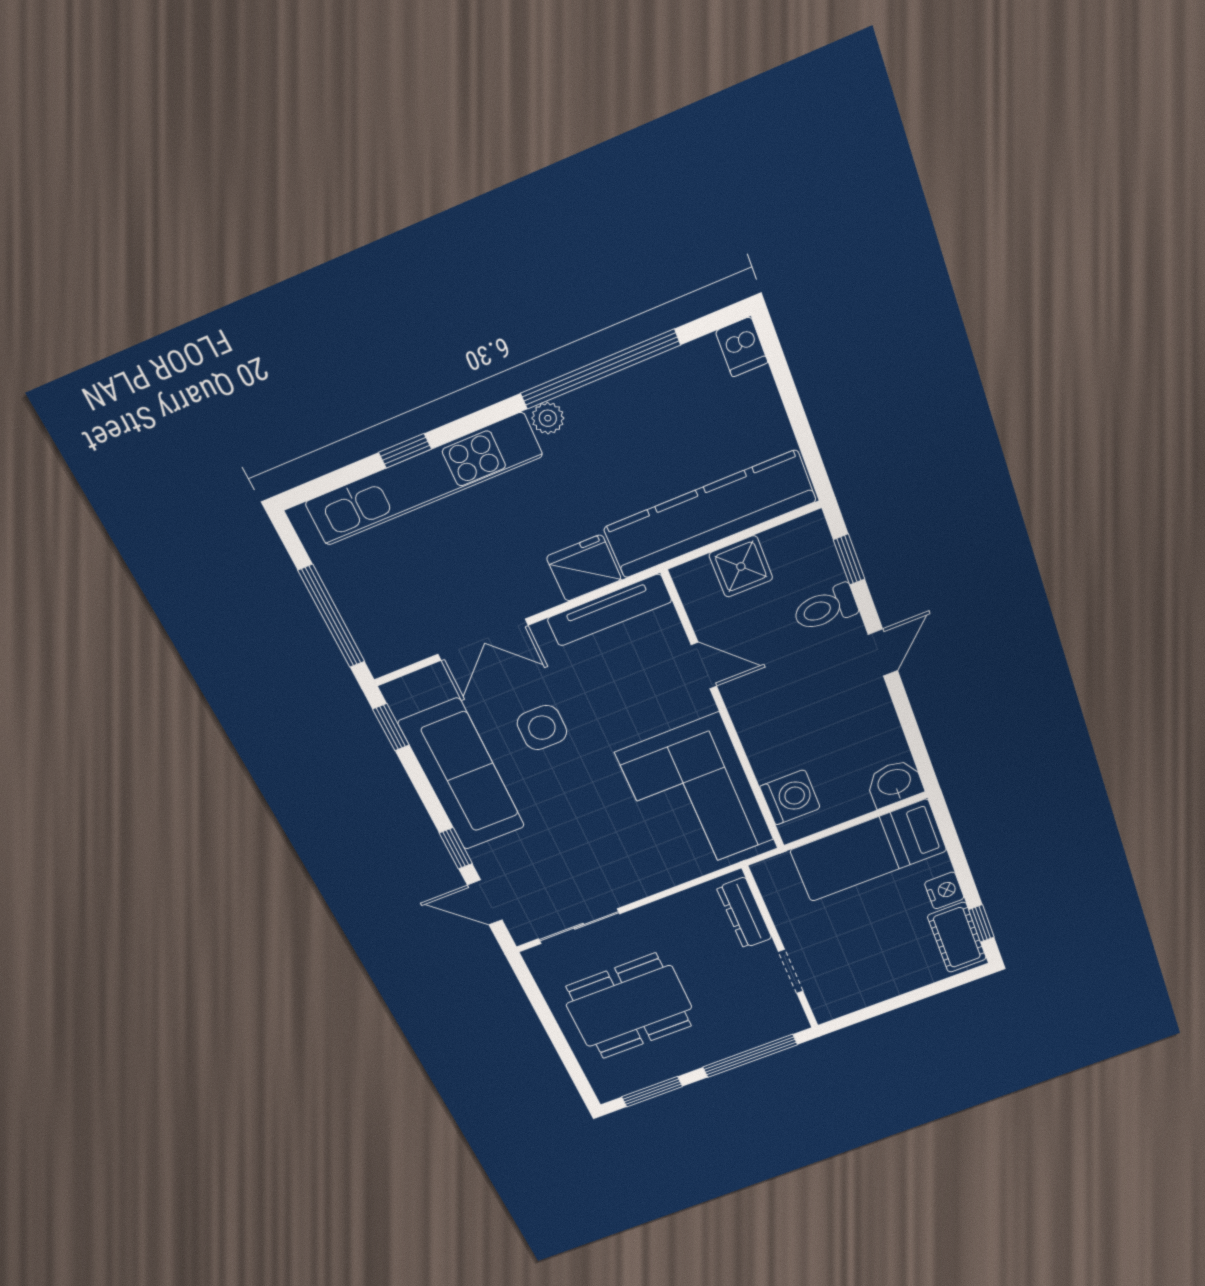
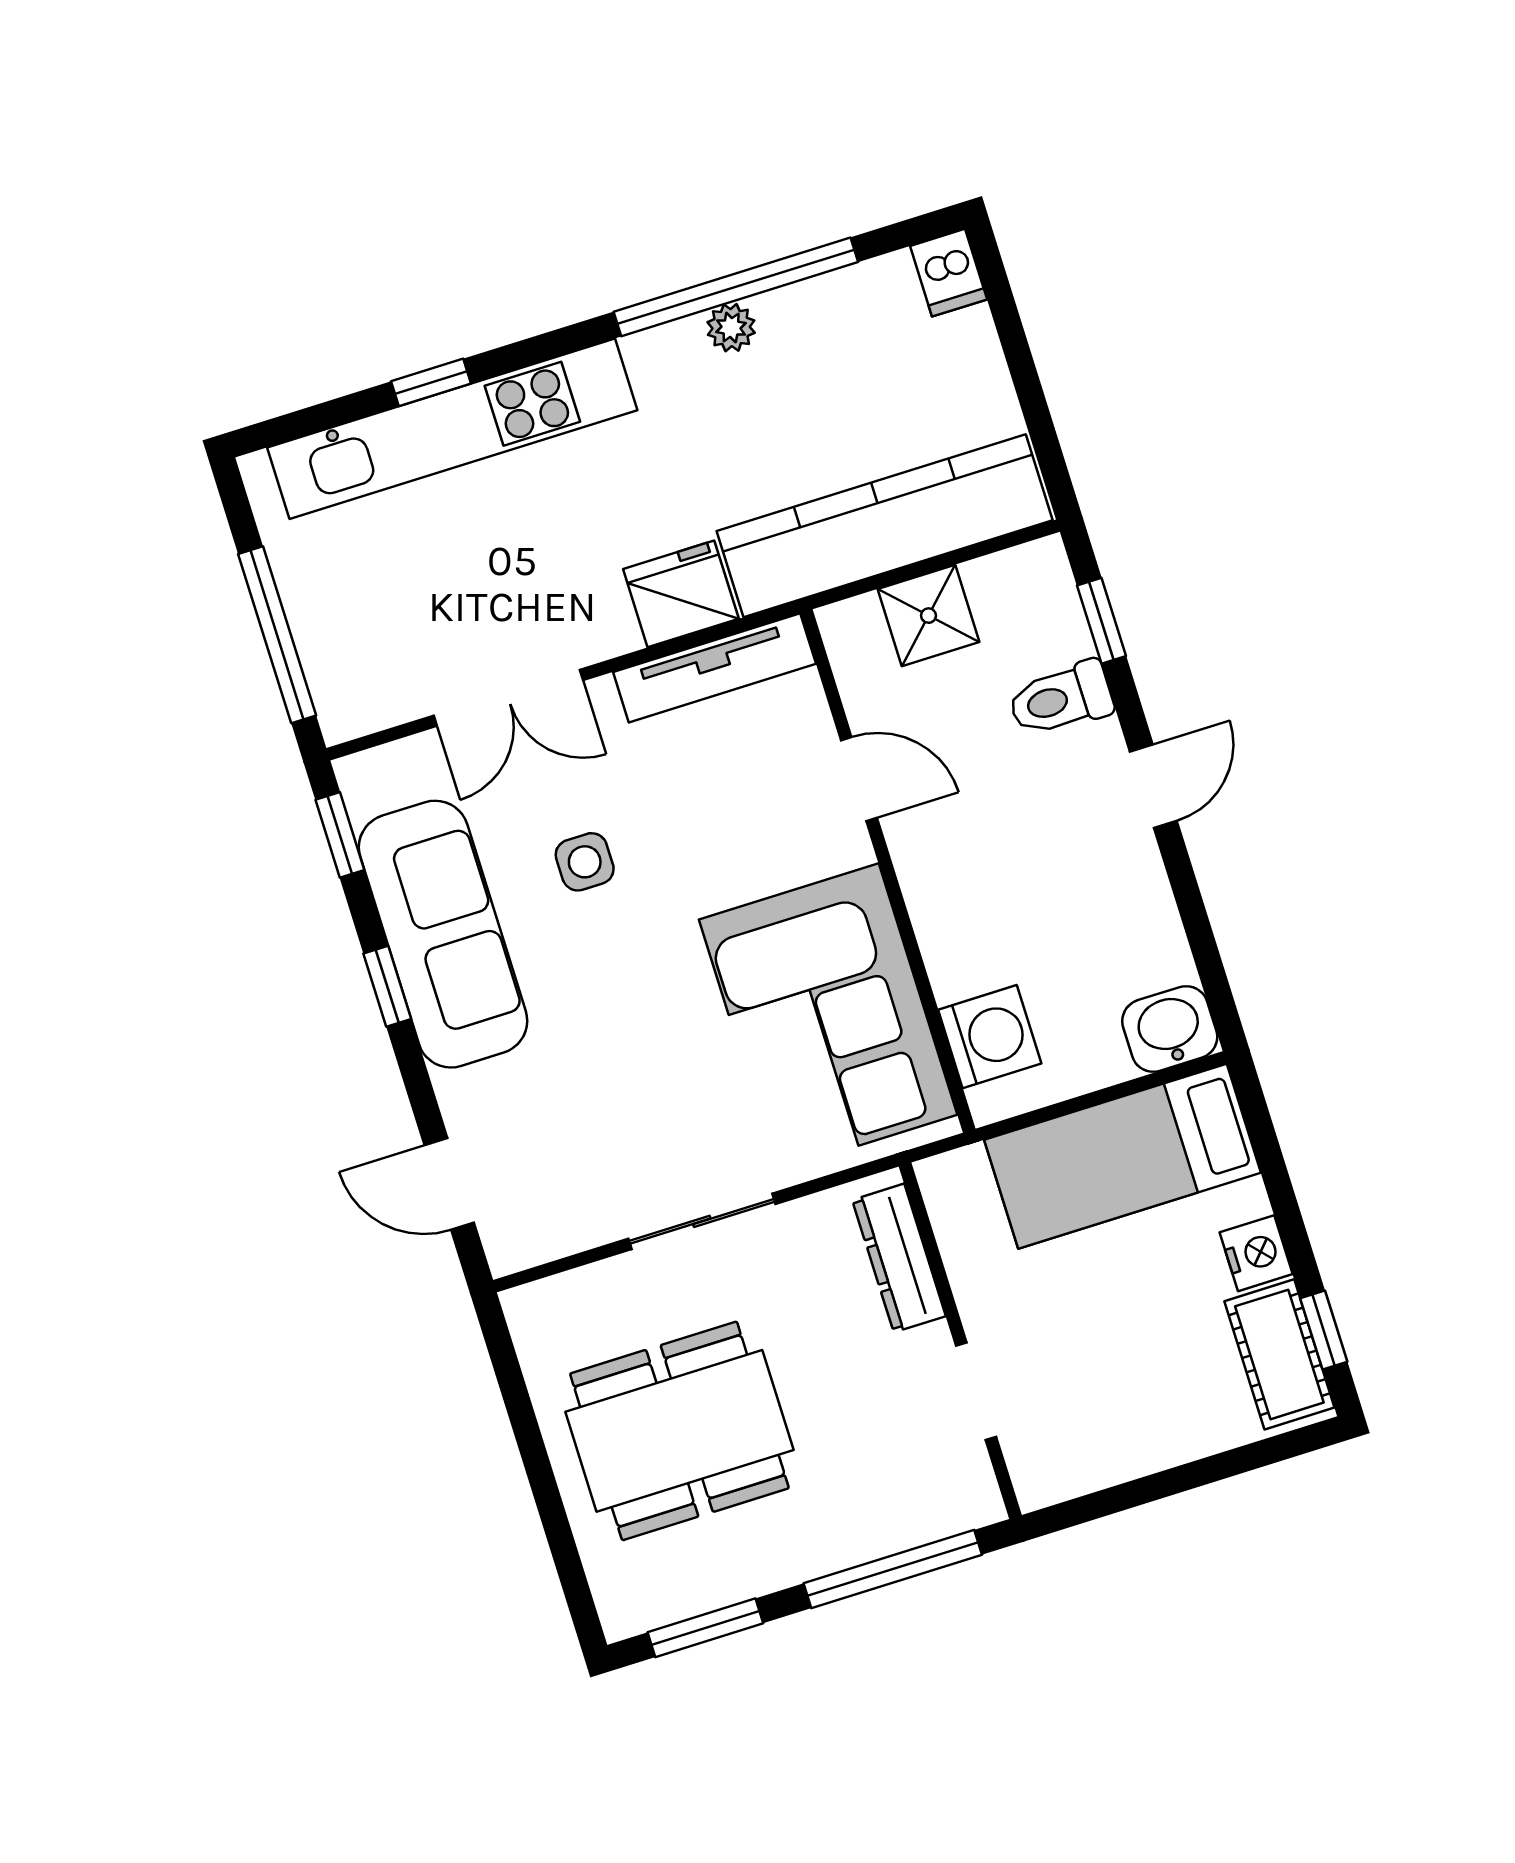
plant: (548, 418) -> (731, 328), moved
side table: (542, 728) -> (585, 862), width x0.73, depth x0.73
window: (456, 848) -> (387, 986), moved
sliding door: (579, 926) -> (702, 1221), moved

